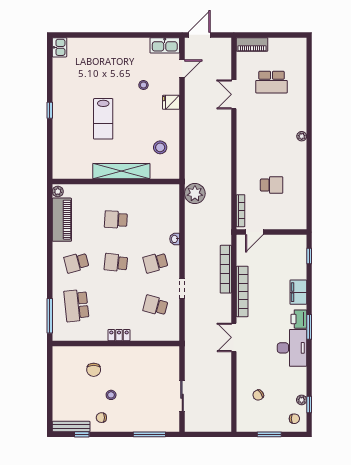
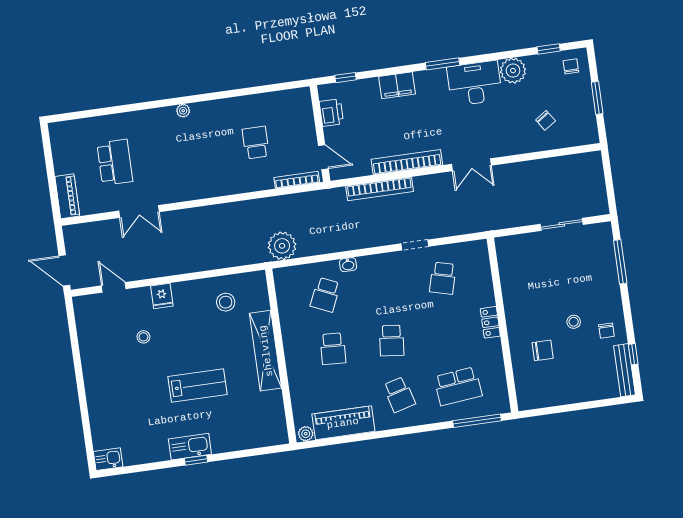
kitchen sink: (165, 45) -> (190, 447), moved, turned -90
school desk: (155, 263) -> (325, 295), moved, turned 39
printer: (299, 319) -> (331, 113), moved, turned -90
plant: (302, 400) -> (513, 71), moved, width x1.87, depth x1.87

